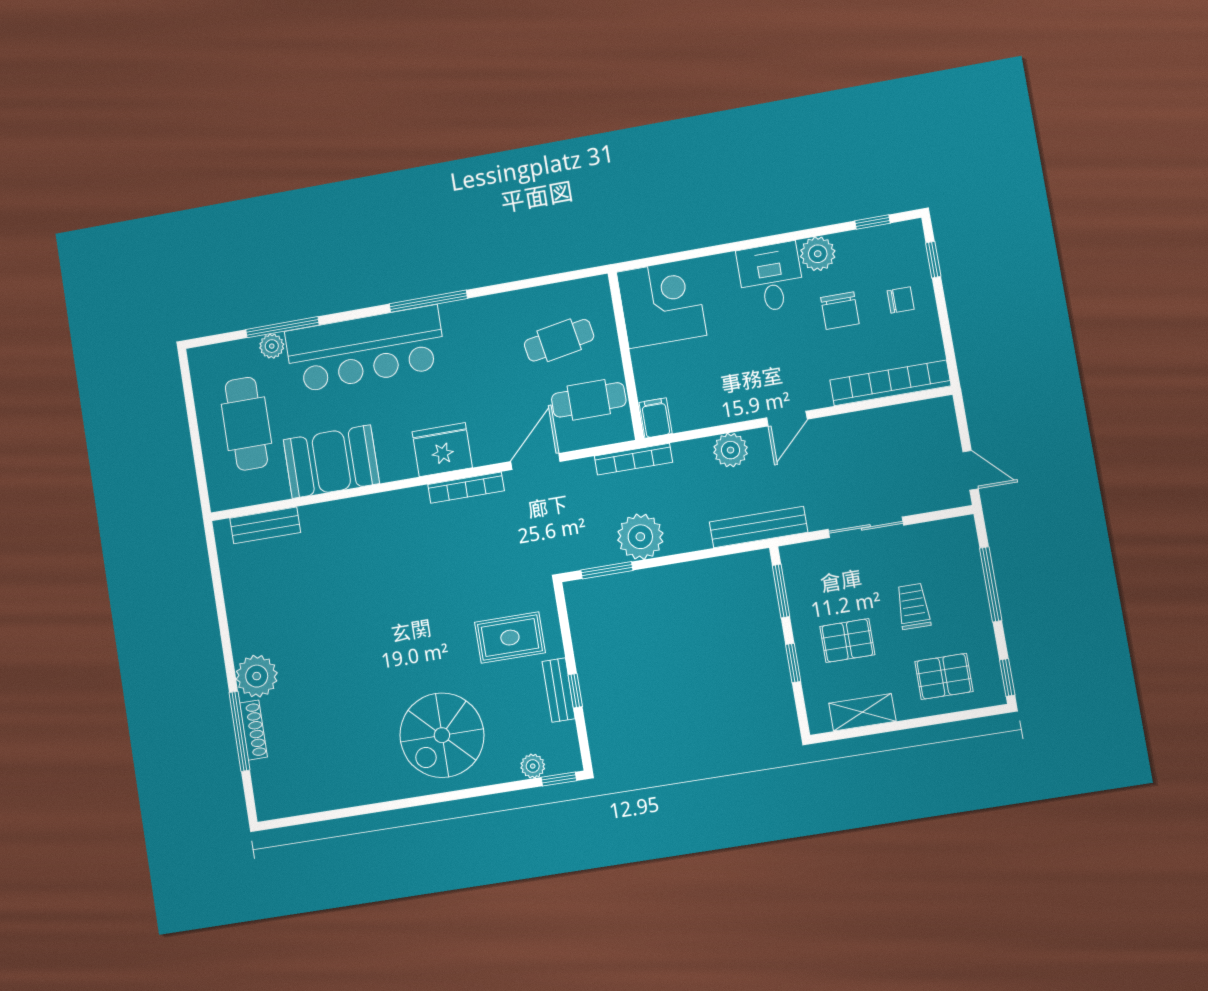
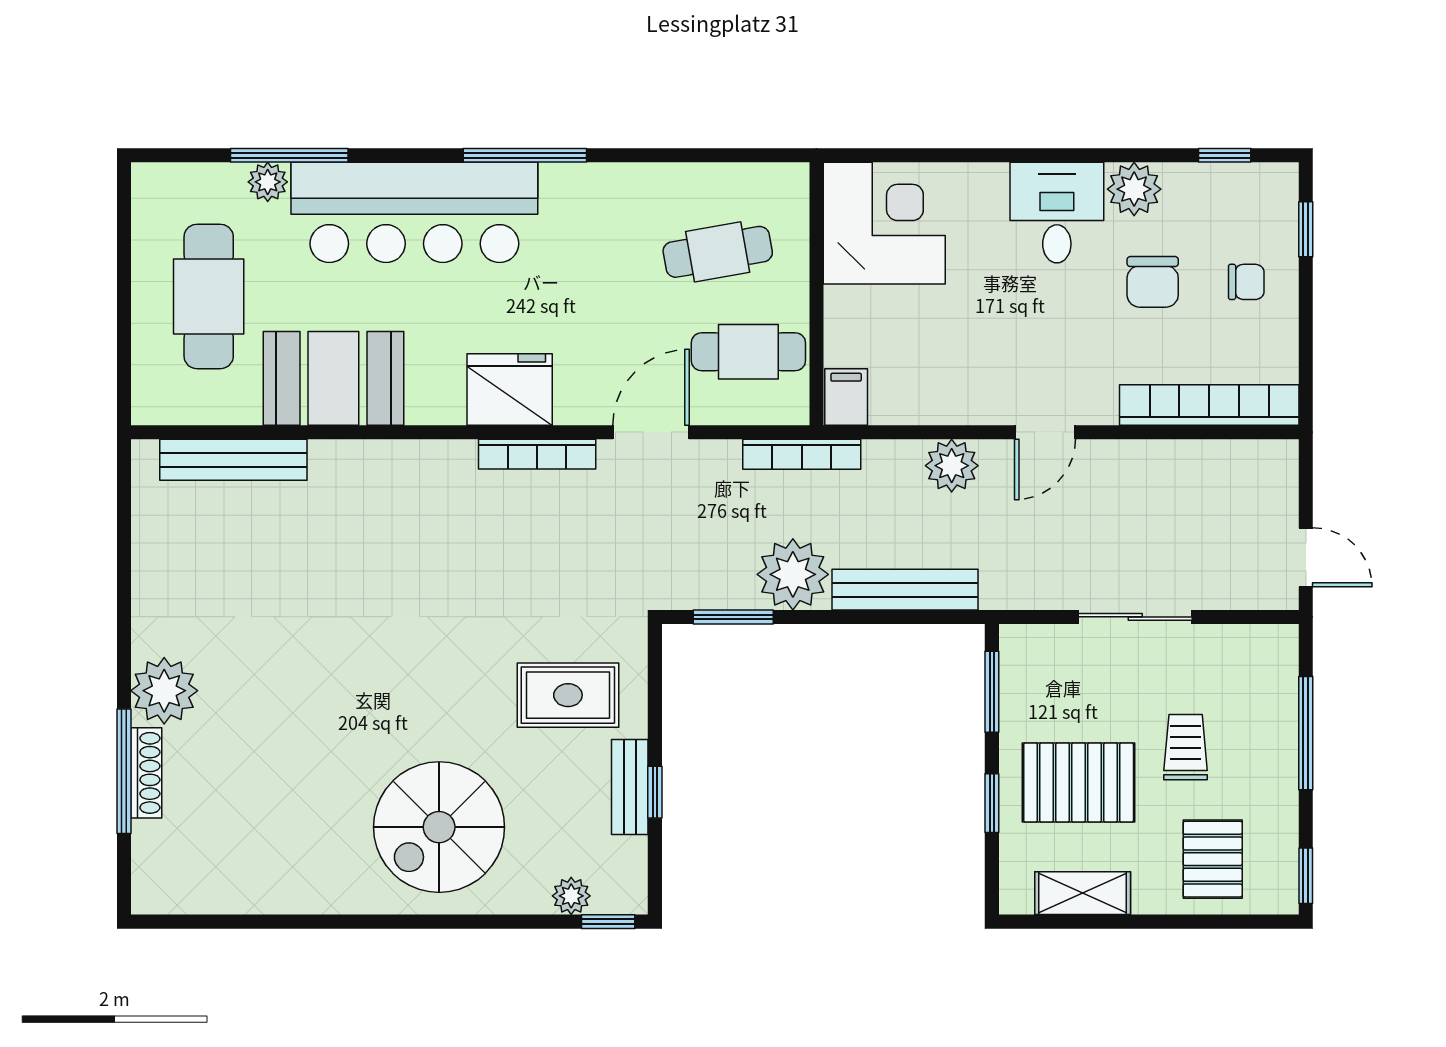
bench: (265, 525) -> (233, 460), width x1.36
bench: (758, 527) -> (905, 590), moved
pallet: (847, 641) -> (1079, 782), width x1.50, depth x1.42
pallet: (944, 676) -> (1213, 859), turned 90

